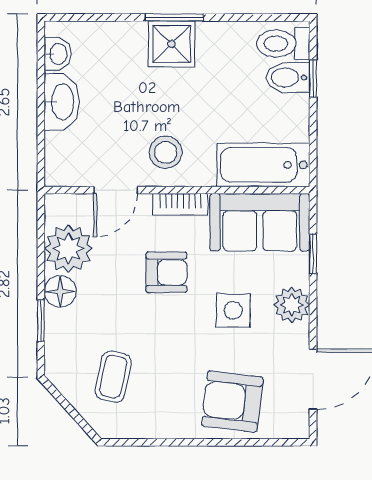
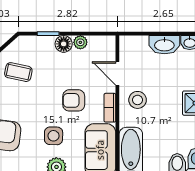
plant: (68, 249) -> (80, 42), width x0.53, depth x0.53
armchair: (167, 272) -> (74, 100), turned 90

